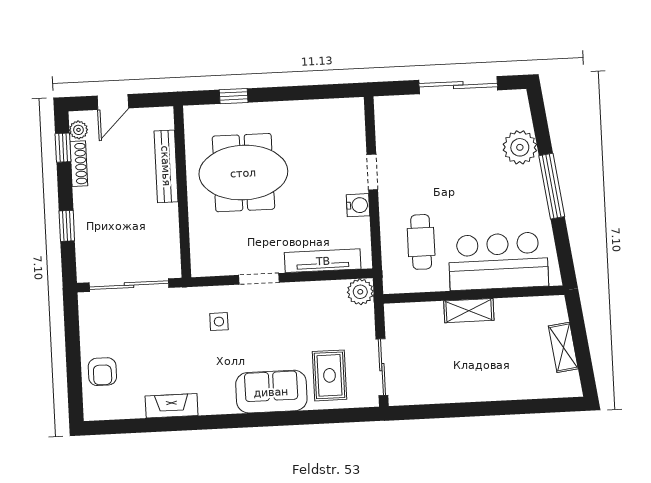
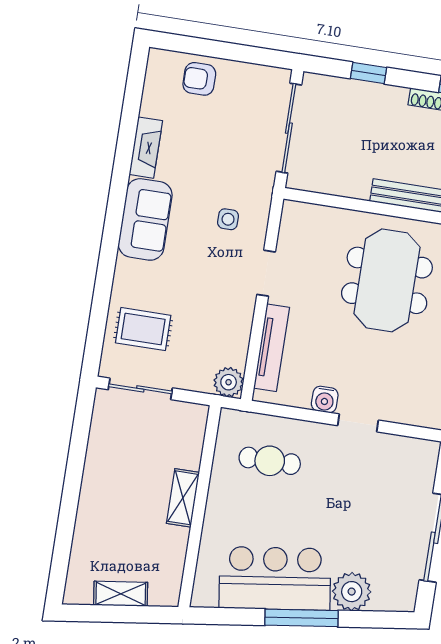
bar counter: (498, 261) -> (275, 578), moved, turned -98
sofa: (271, 392) -> (145, 219), moved

